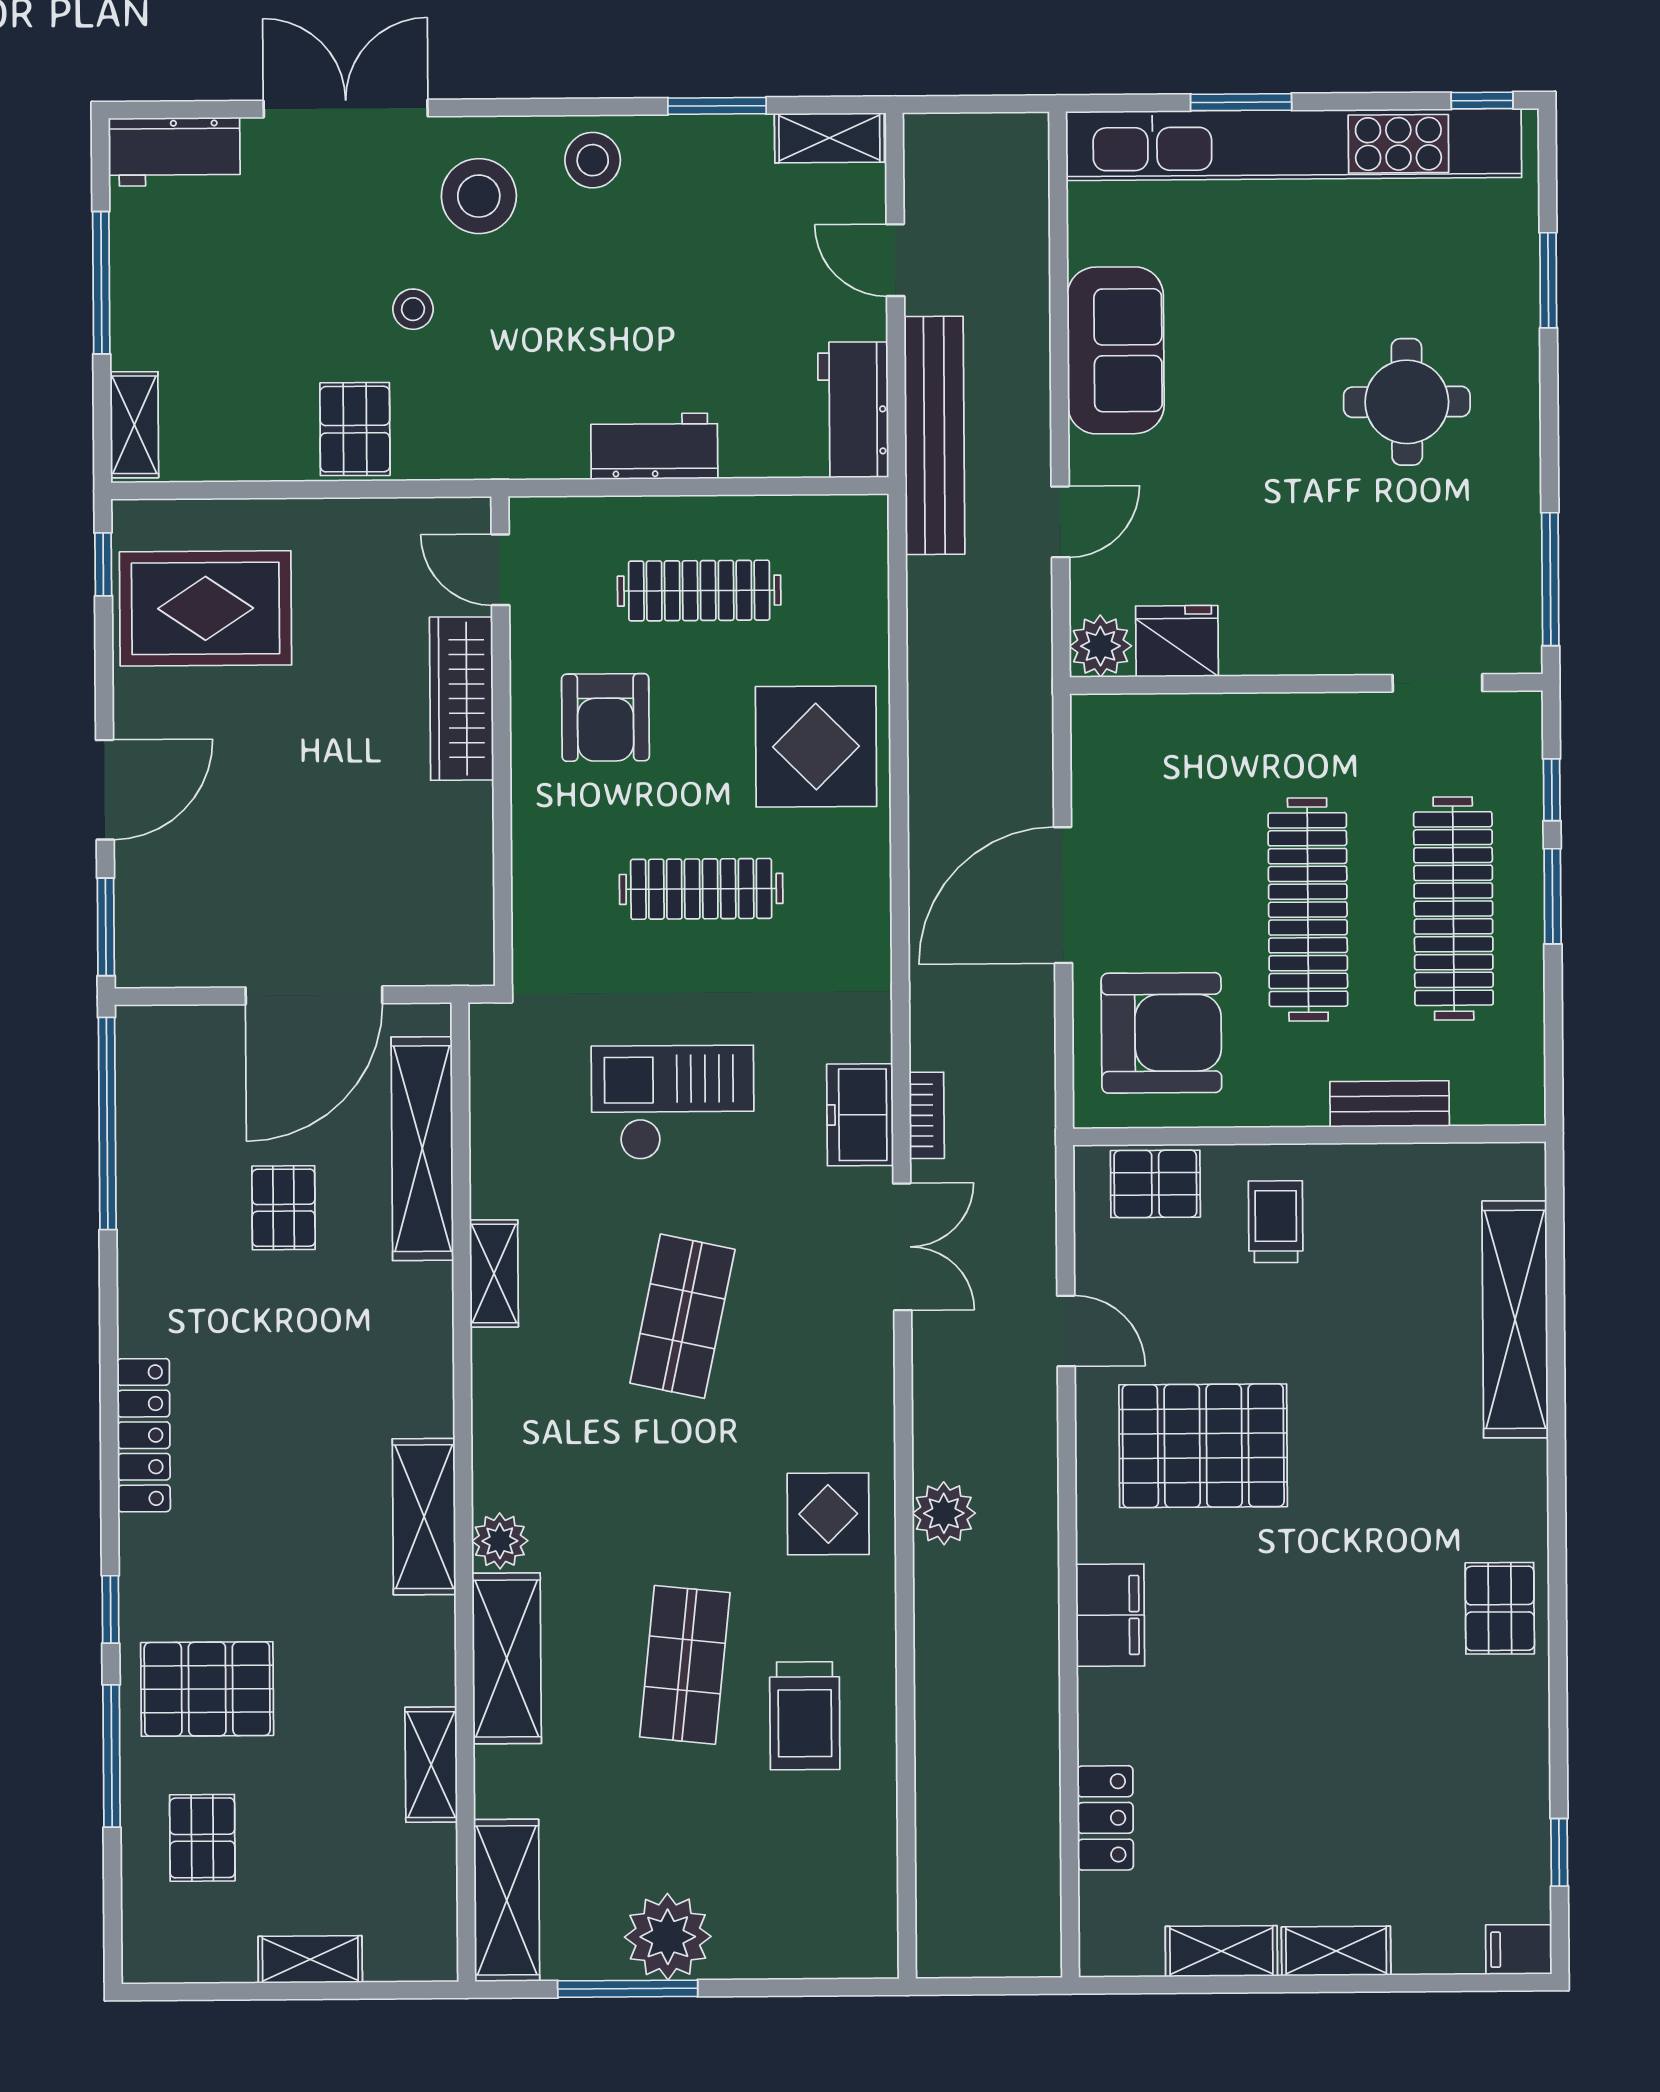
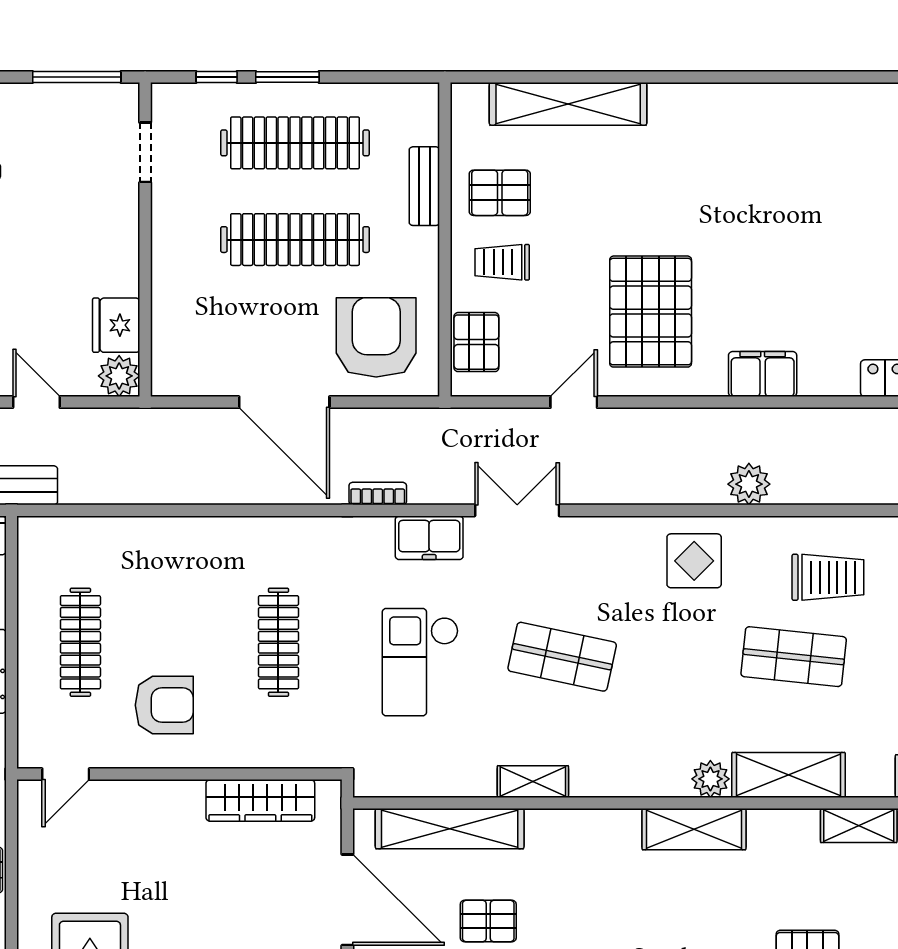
wardrobe: (462, 699) -> (260, 800), moved
display table: (816, 747) -> (184, 565), removed
bookcase: (927, 1115) -> (378, 494), moved
plant: (944, 1513) -> (749, 484), moved
pallet: (1500, 1608) -> (500, 193), moved

